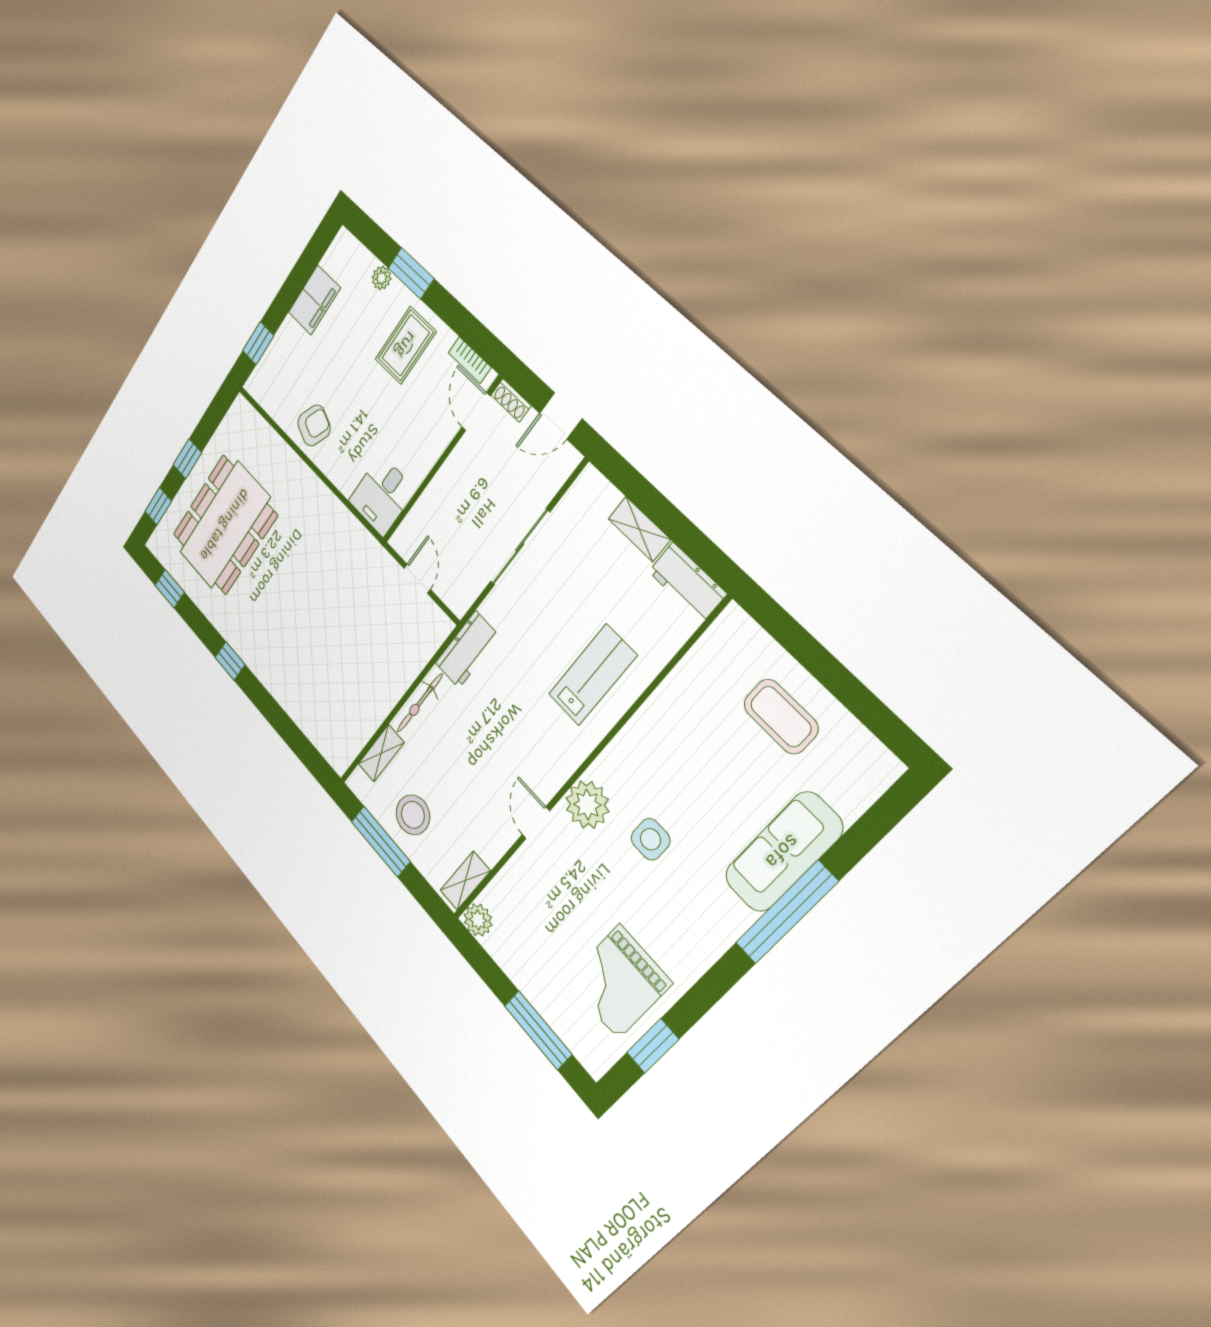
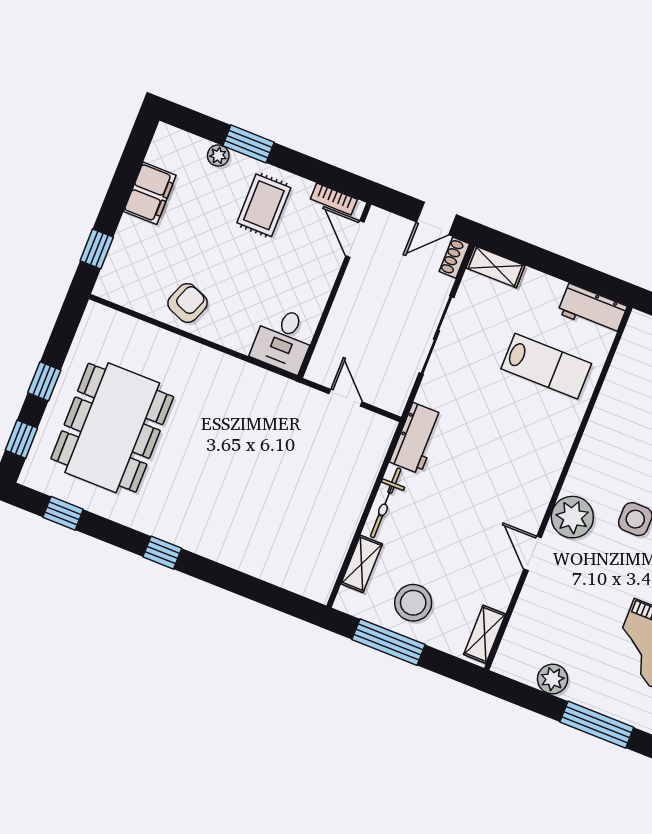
shoe rack: (511, 400) -> (454, 258), moved, turned 90
shelving: (639, 529) -> (495, 267), moved
lab bench: (592, 675) -> (546, 366), moved, turned 90
plant: (478, 920) -> (553, 679), moved

